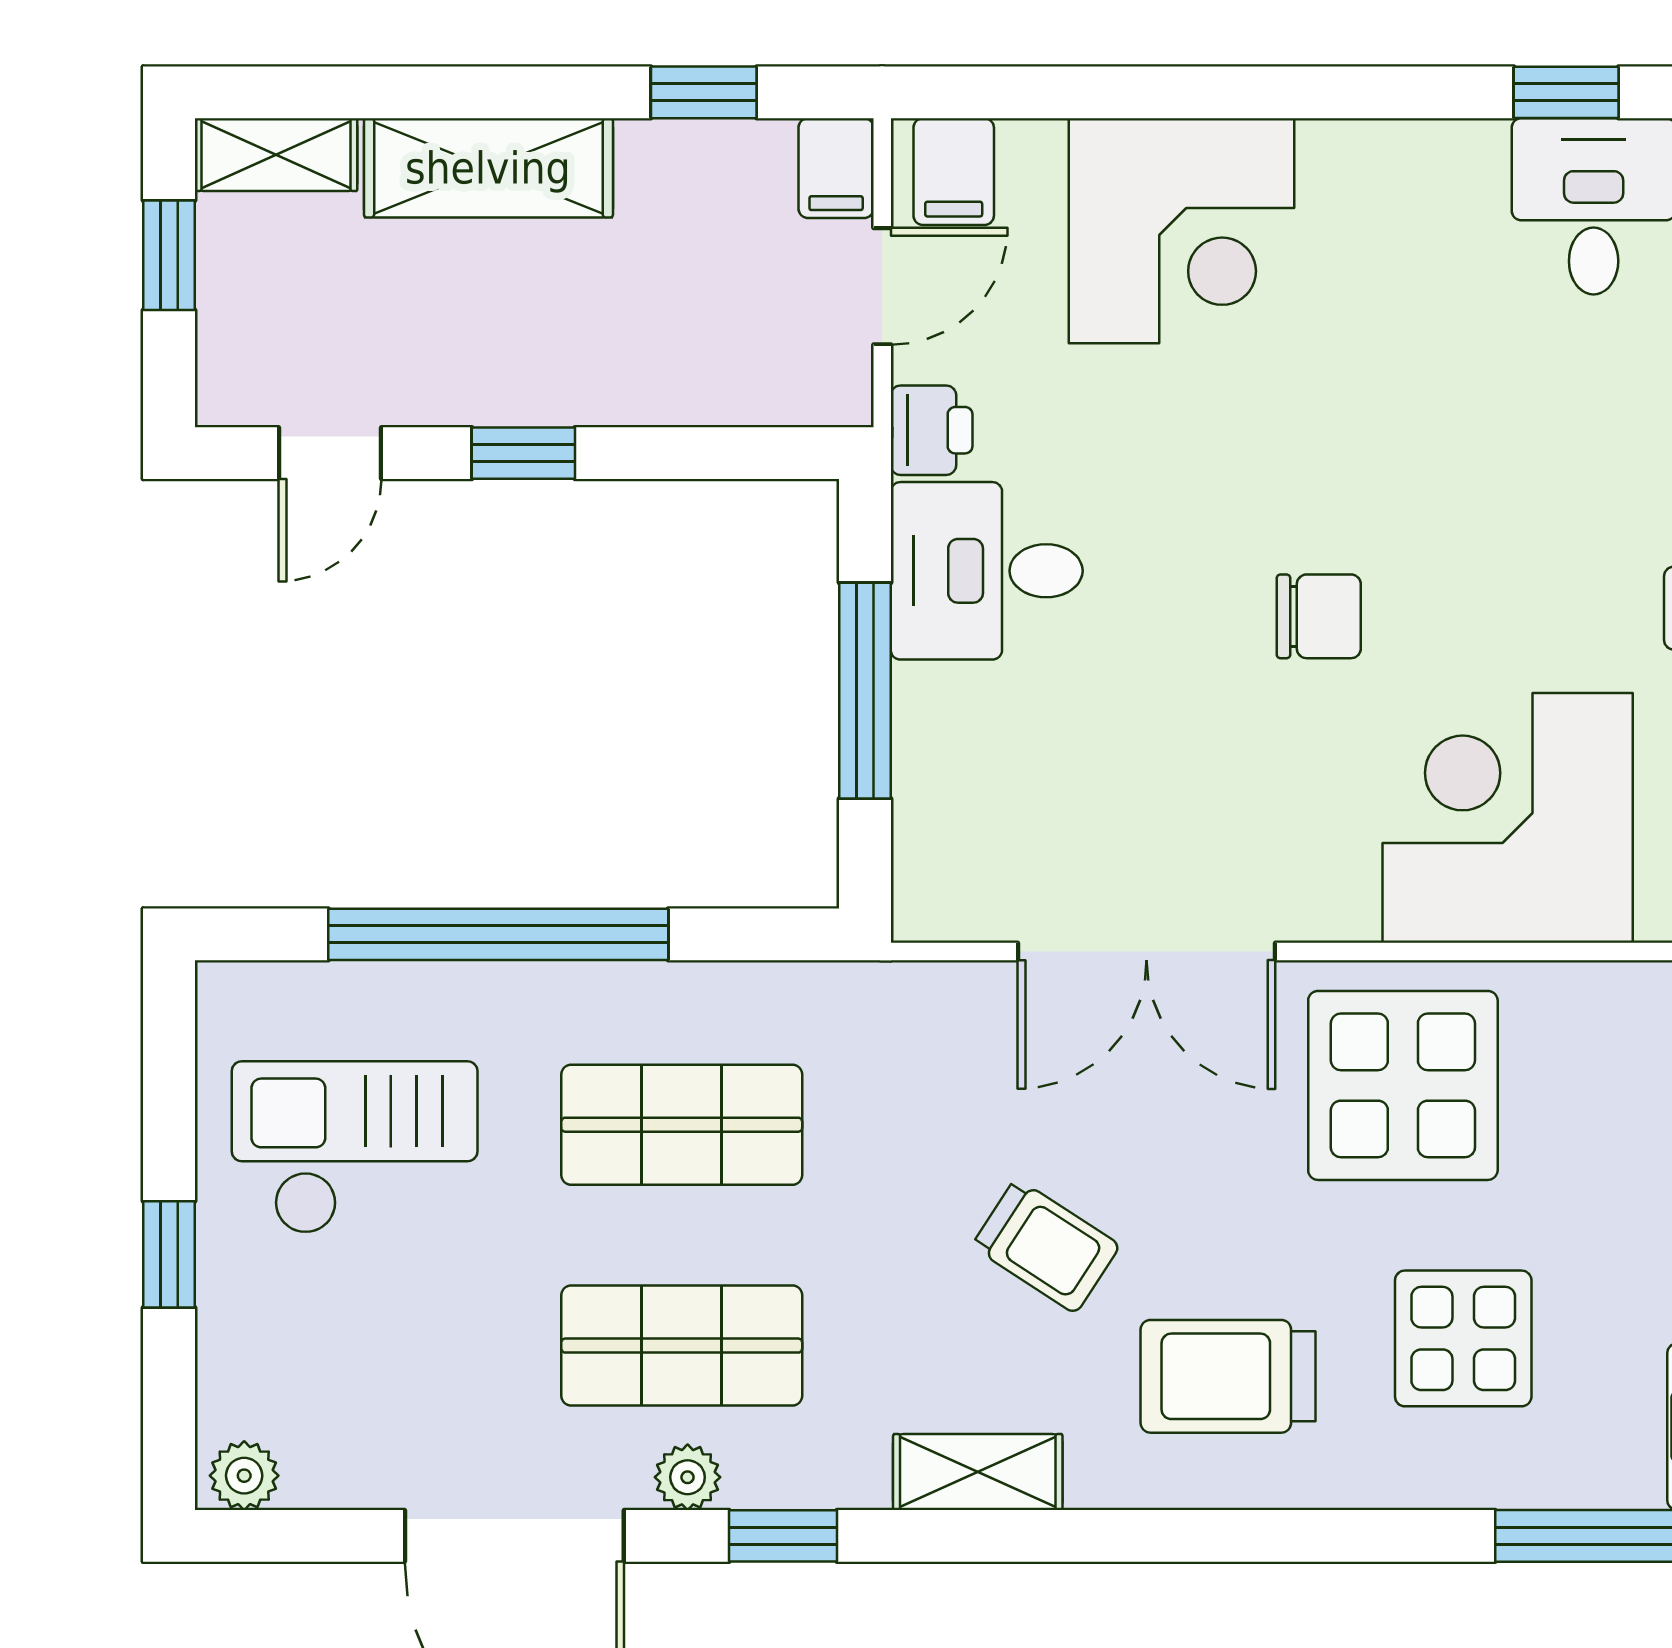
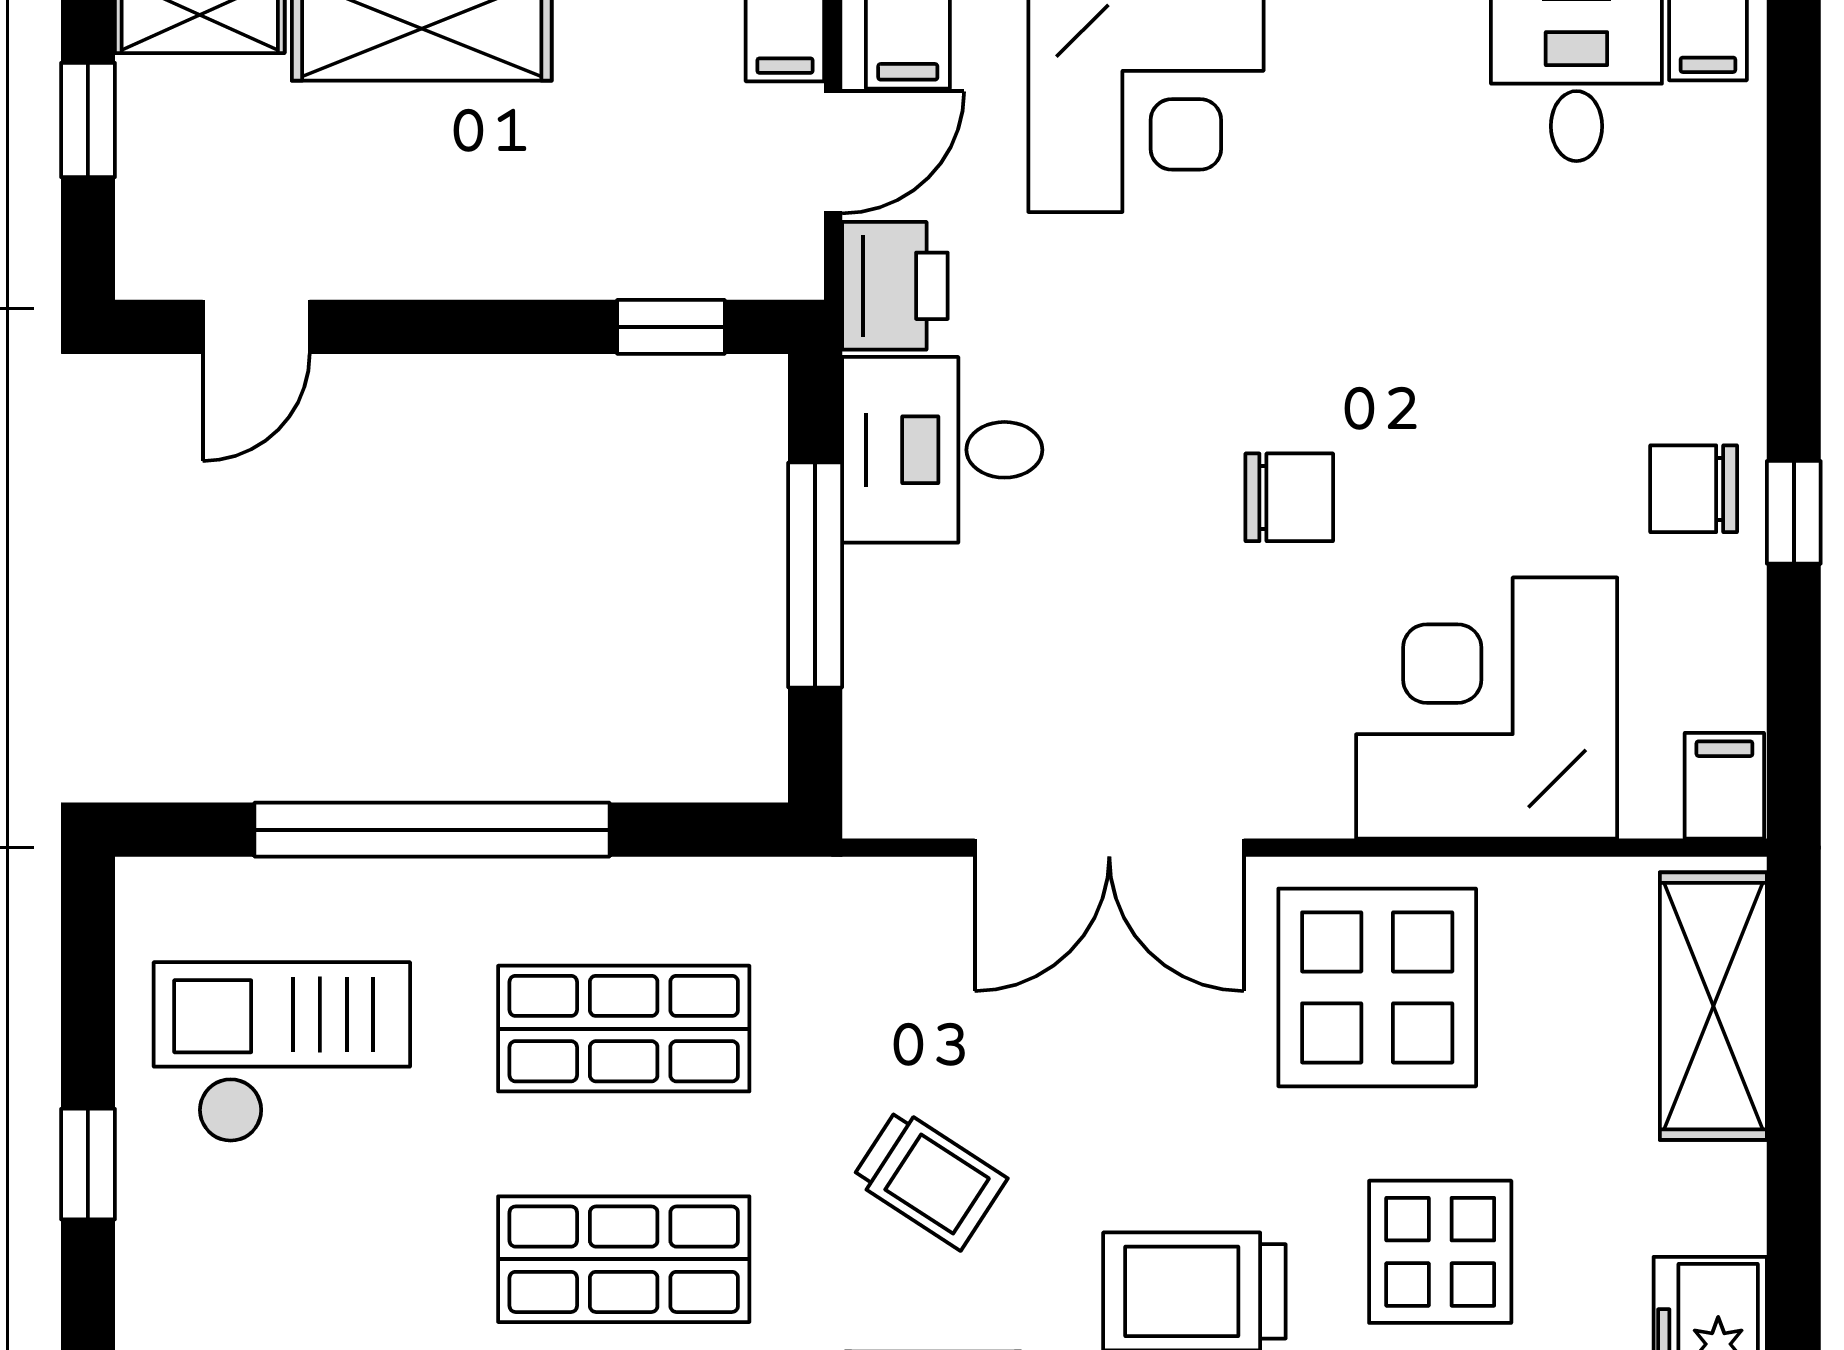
printer: (932, 430) -> (895, 286), width x1.36, depth x1.24
window: (523, 453) -> (671, 327), moved
trolley: (1046, 1246) -> (929, 1179), moved

